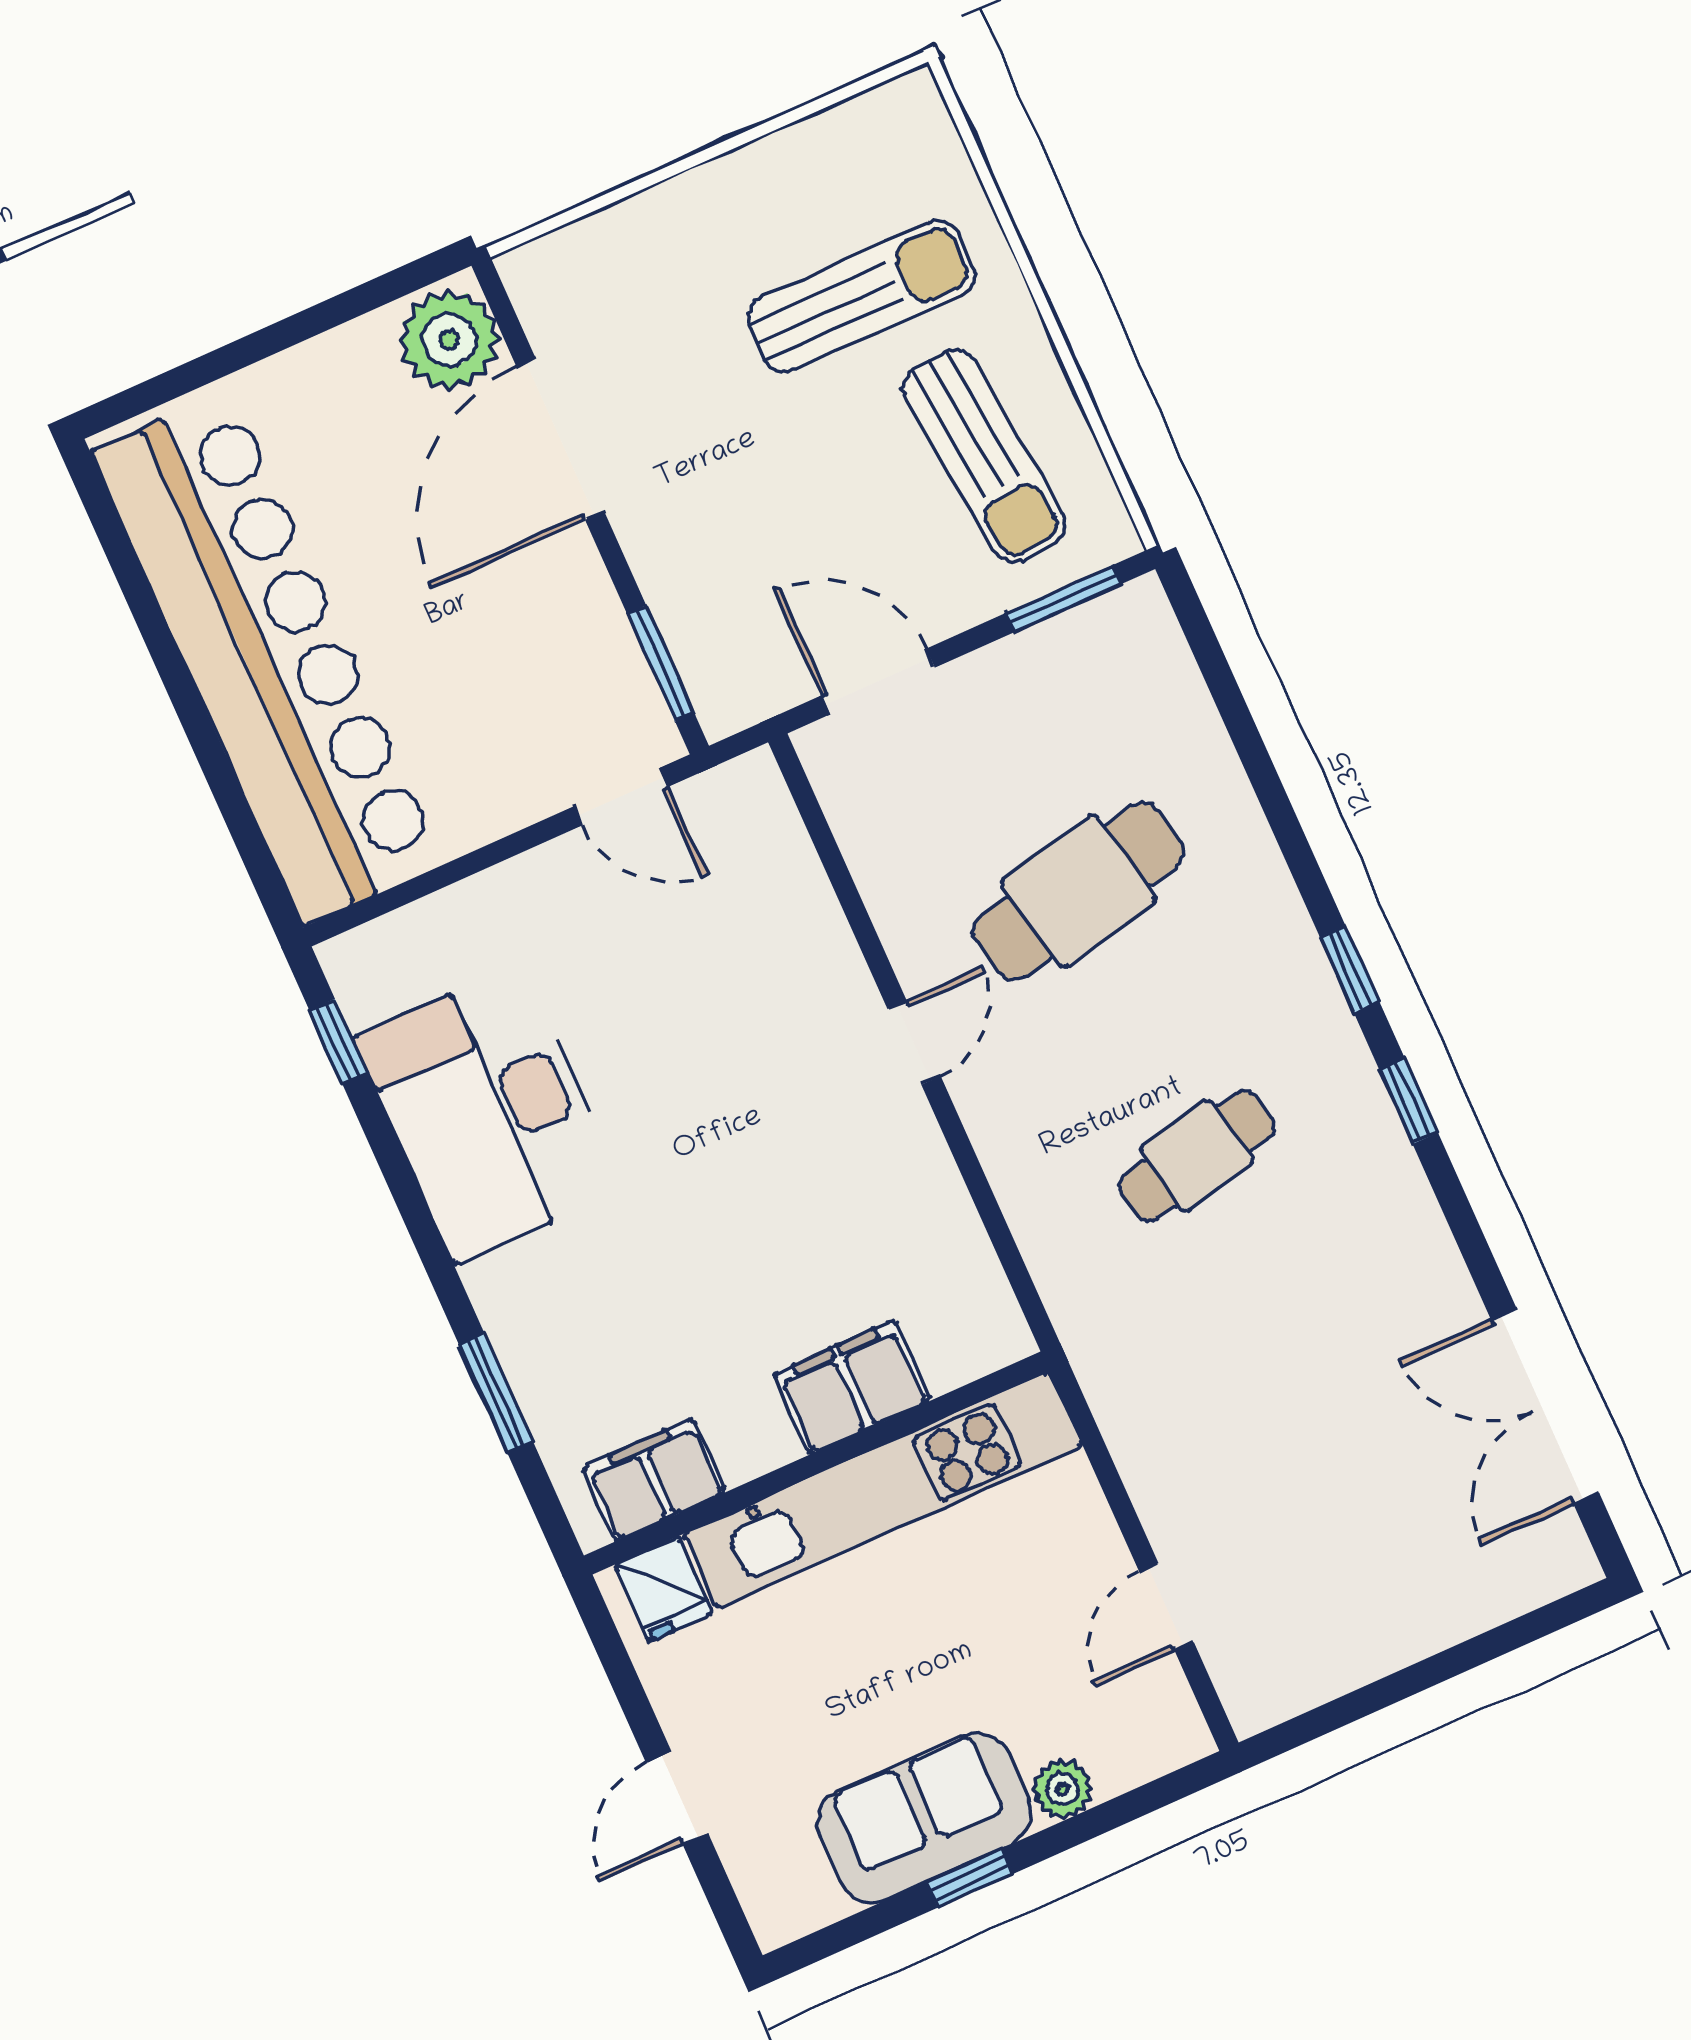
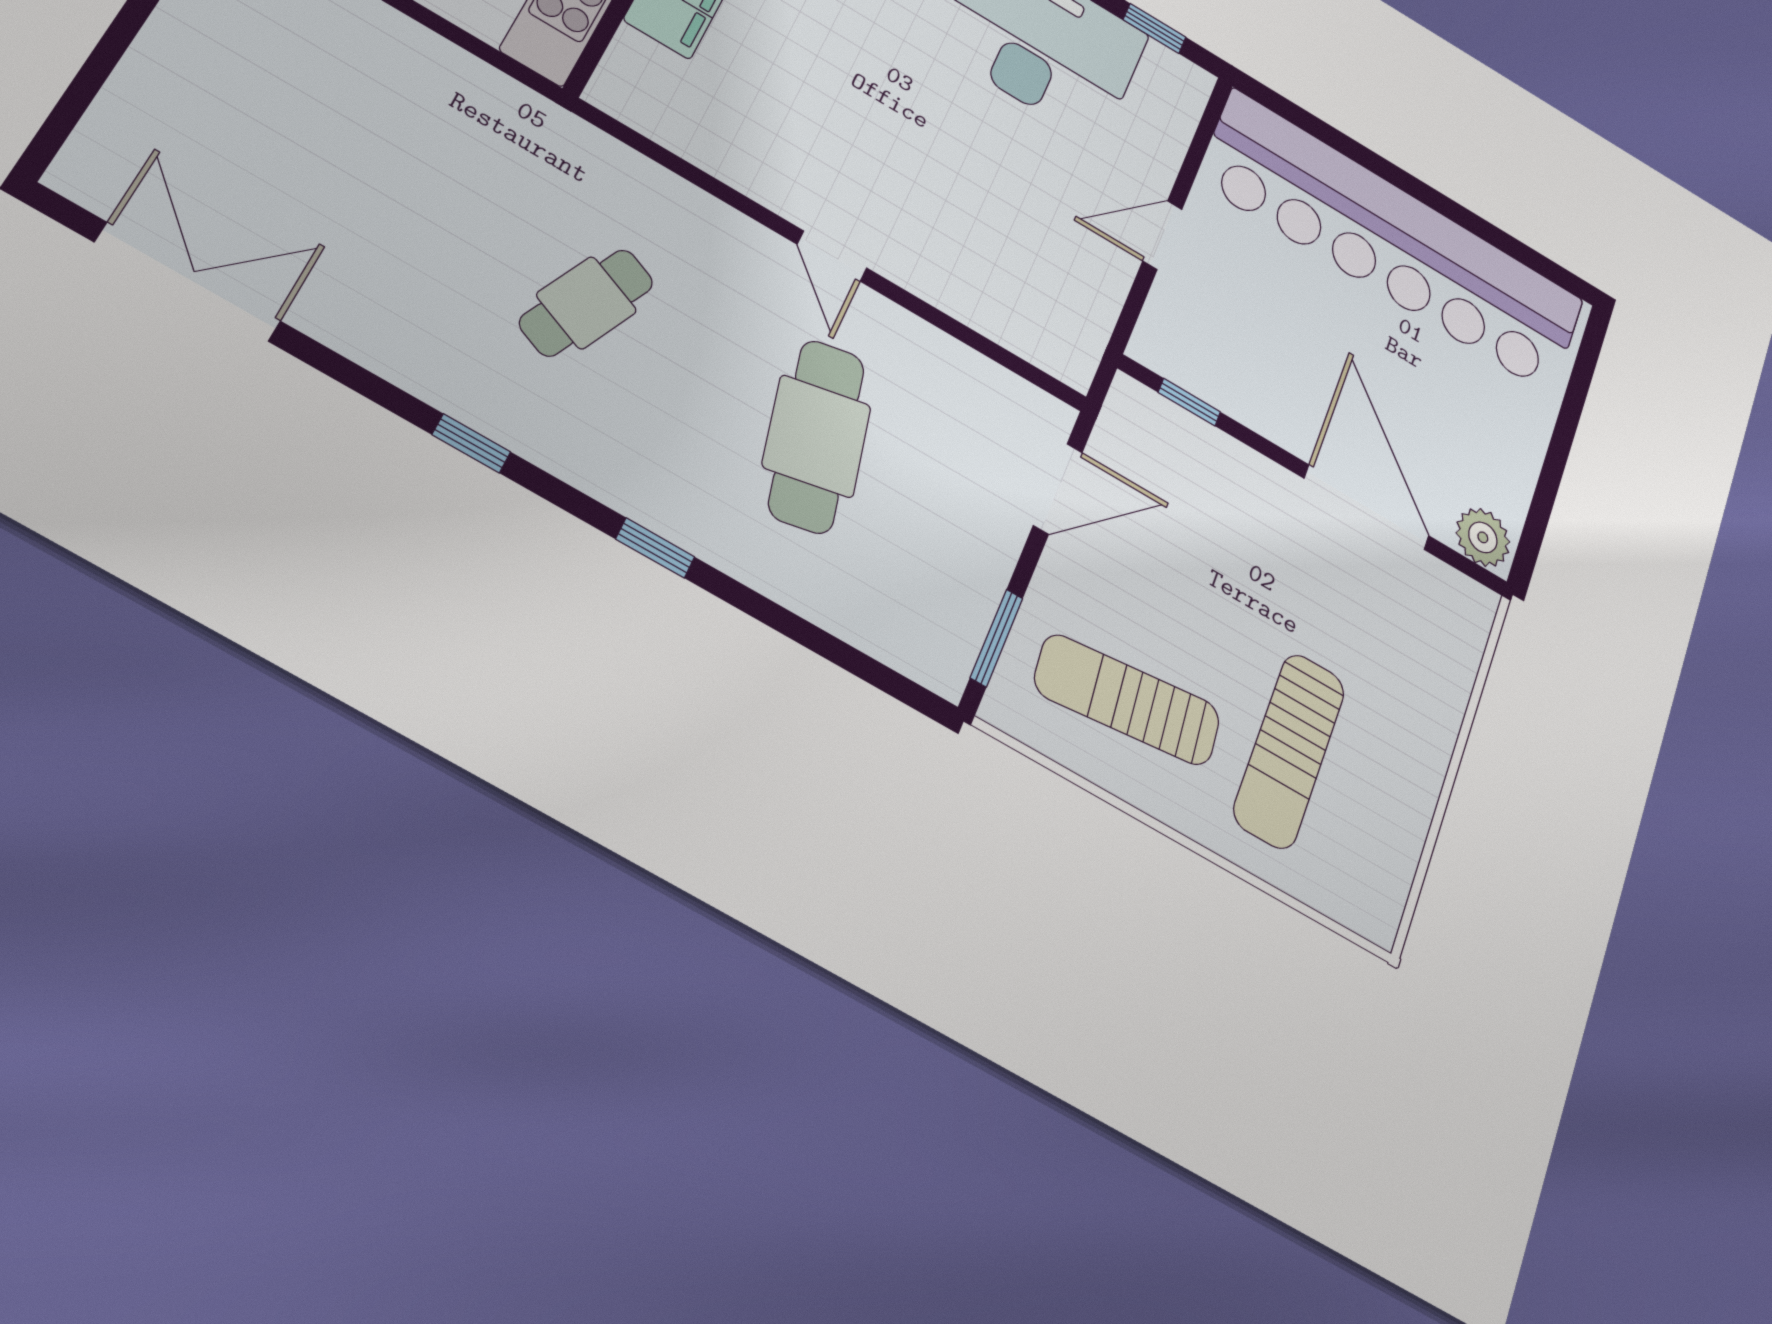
plant: (449, 340) -> (1483, 537), width x0.73, depth x0.73
window: (661, 663) -> (1189, 402), width x0.67
door: (621, 797) -> (1162, 235), moved
window: (1350, 969) -> (655, 548), moved
cafe table: (1197, 1156) -> (586, 303), turned 36

